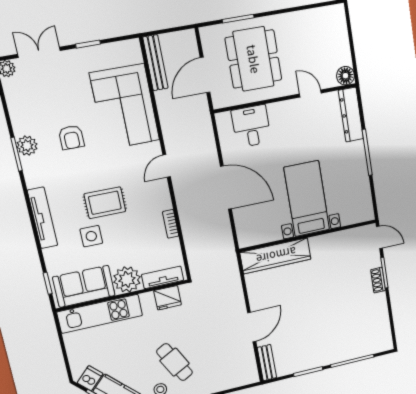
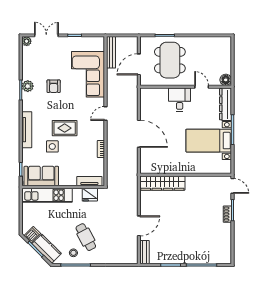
desk: (251, 126) -> (180, 100), moved
bed with nightstands: (307, 199) -> (209, 141), moved, turned -90
plant: (127, 279) -> (68, 178), removed

